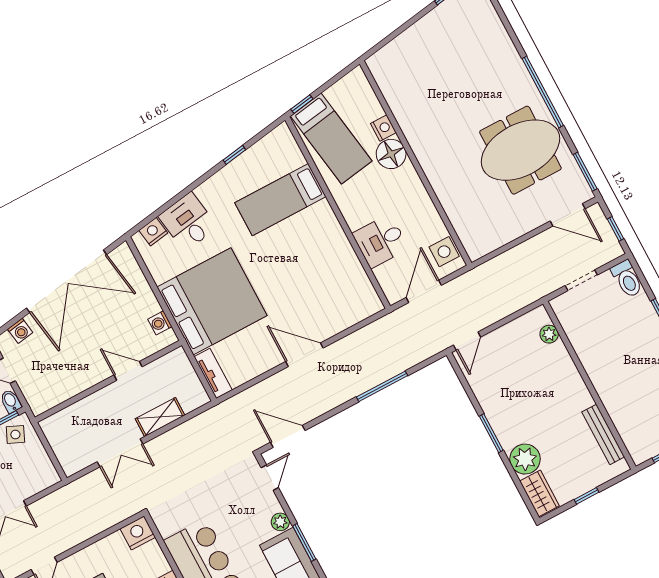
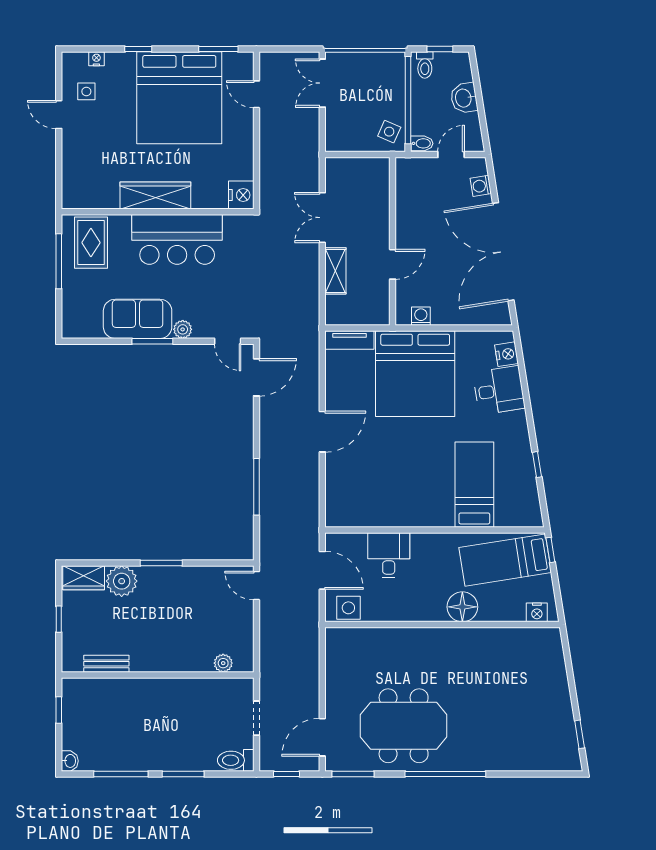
nightstand: (383, 128) -> (537, 612), moved
meeting table: (520, 150) -> (404, 726), turned 90
bench: (603, 434) -> (106, 664), width x0.73

